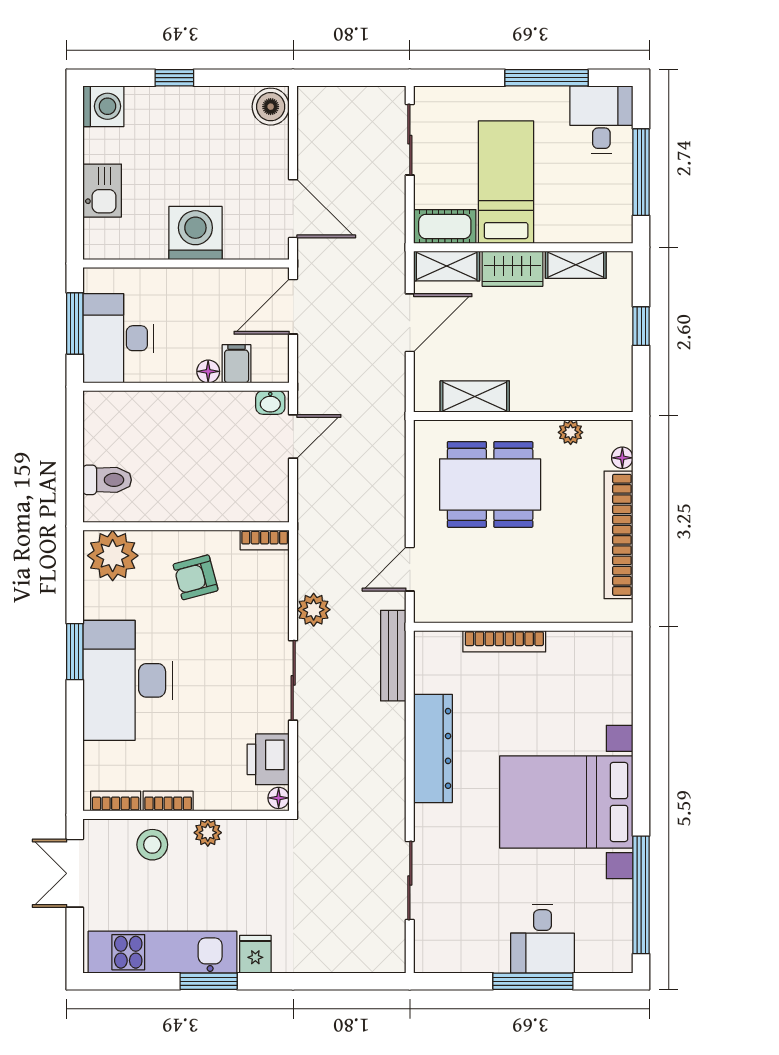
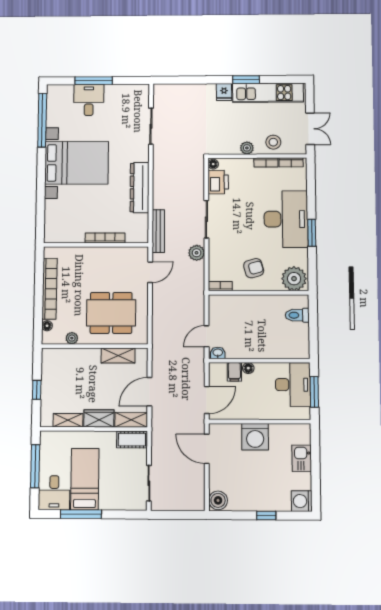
bed: (506, 182) -> (85, 479), moved, turned 180

